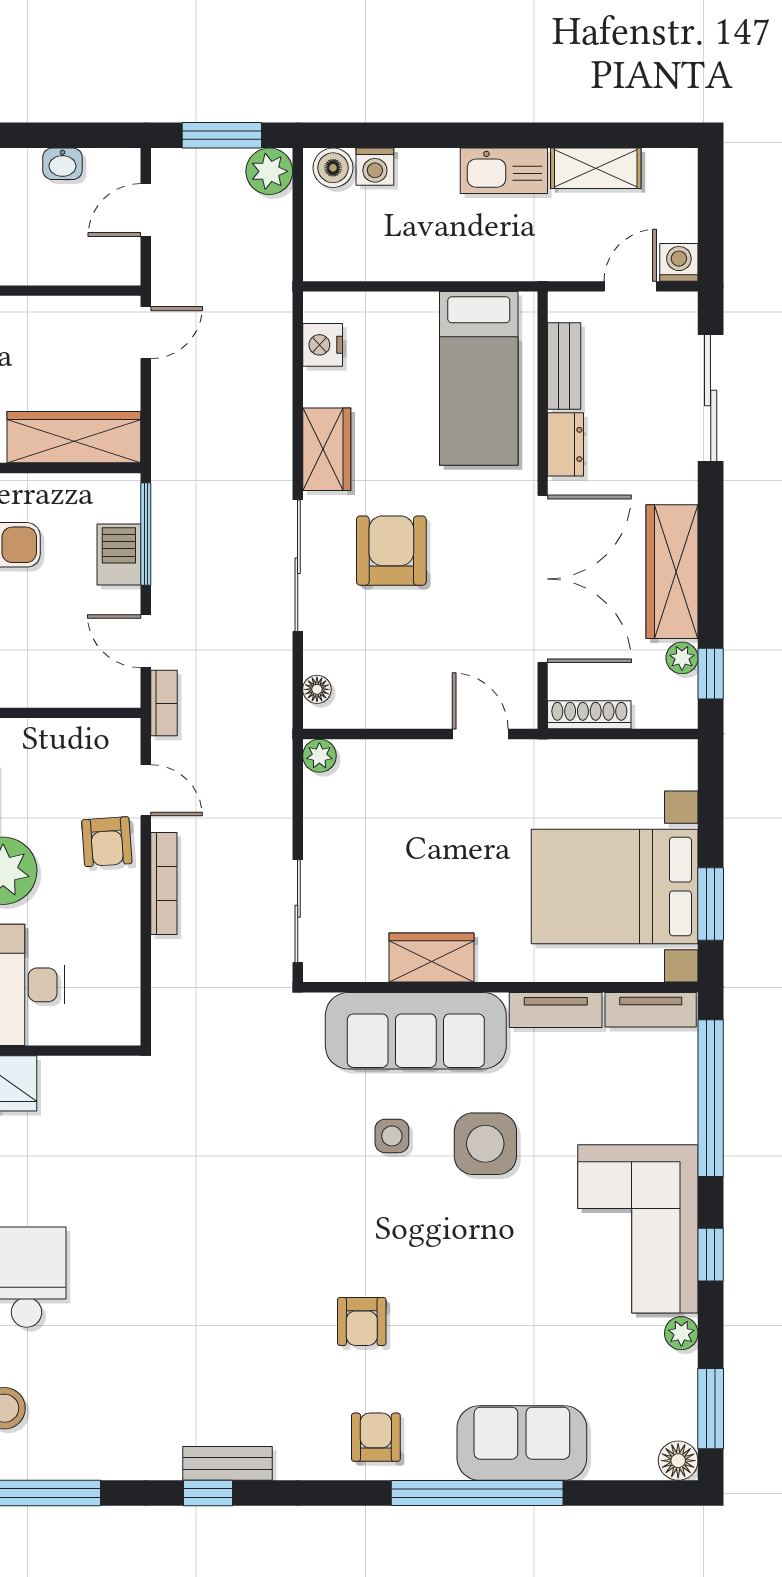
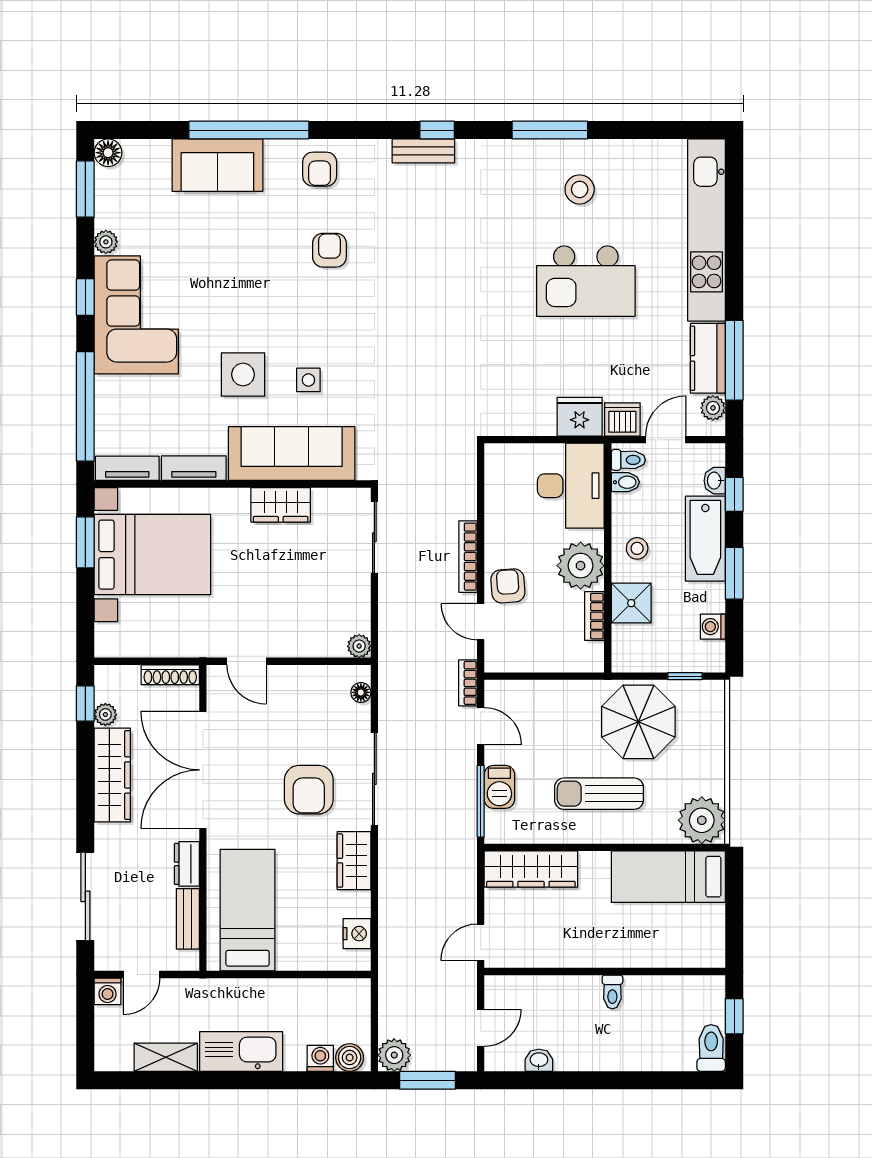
kitchen sink: (504, 171) -> (241, 1052), width x1.36, depth x1.24

